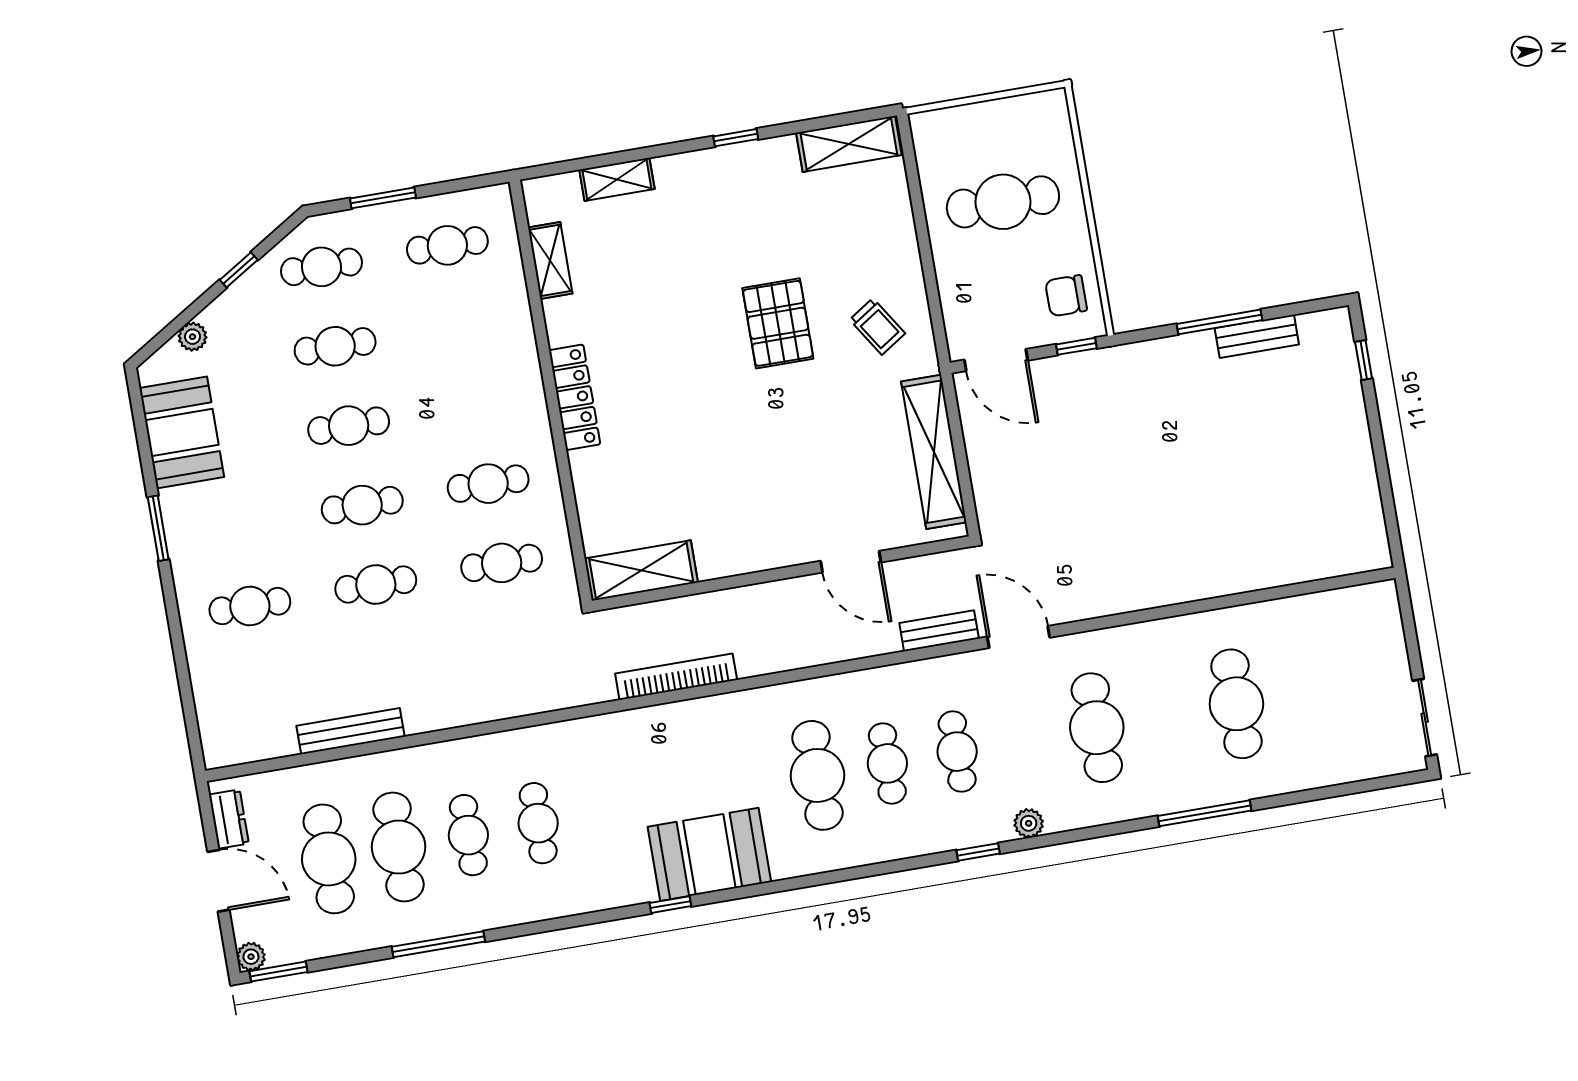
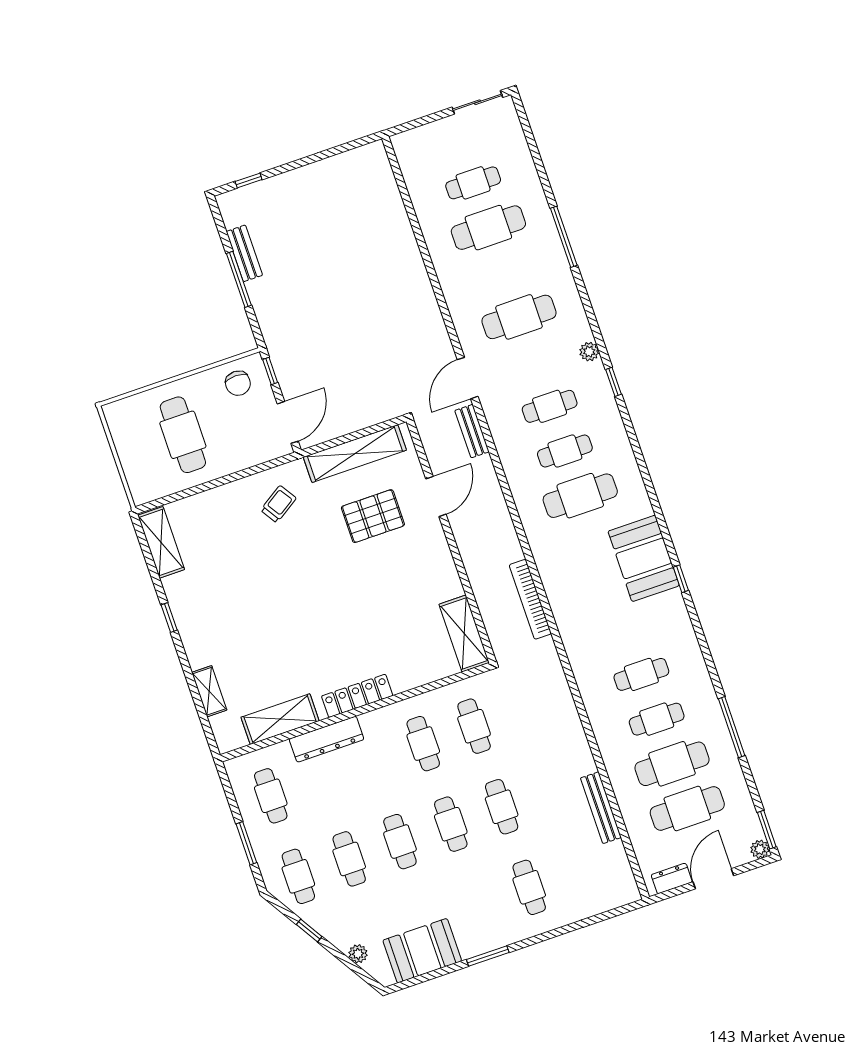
shelving: (550, 260) -> (280, 719), width x1.50, depth x1.33
pallet: (778, 323) -> (373, 516), moved
dresser: (518, 342) -> (327, 739), added
cafe table: (1306, 692) -> (473, 183), added

